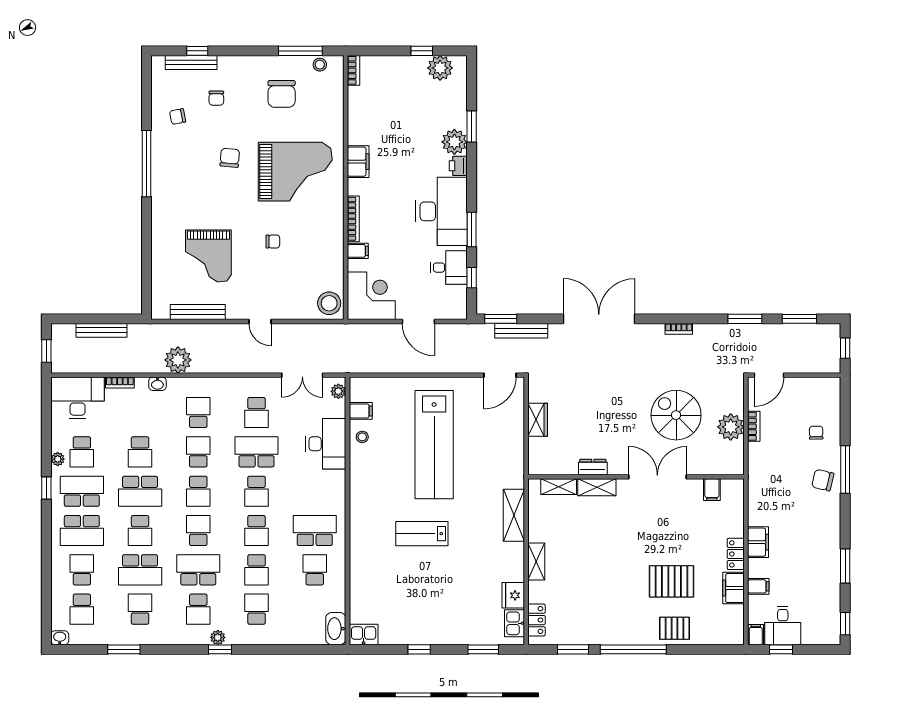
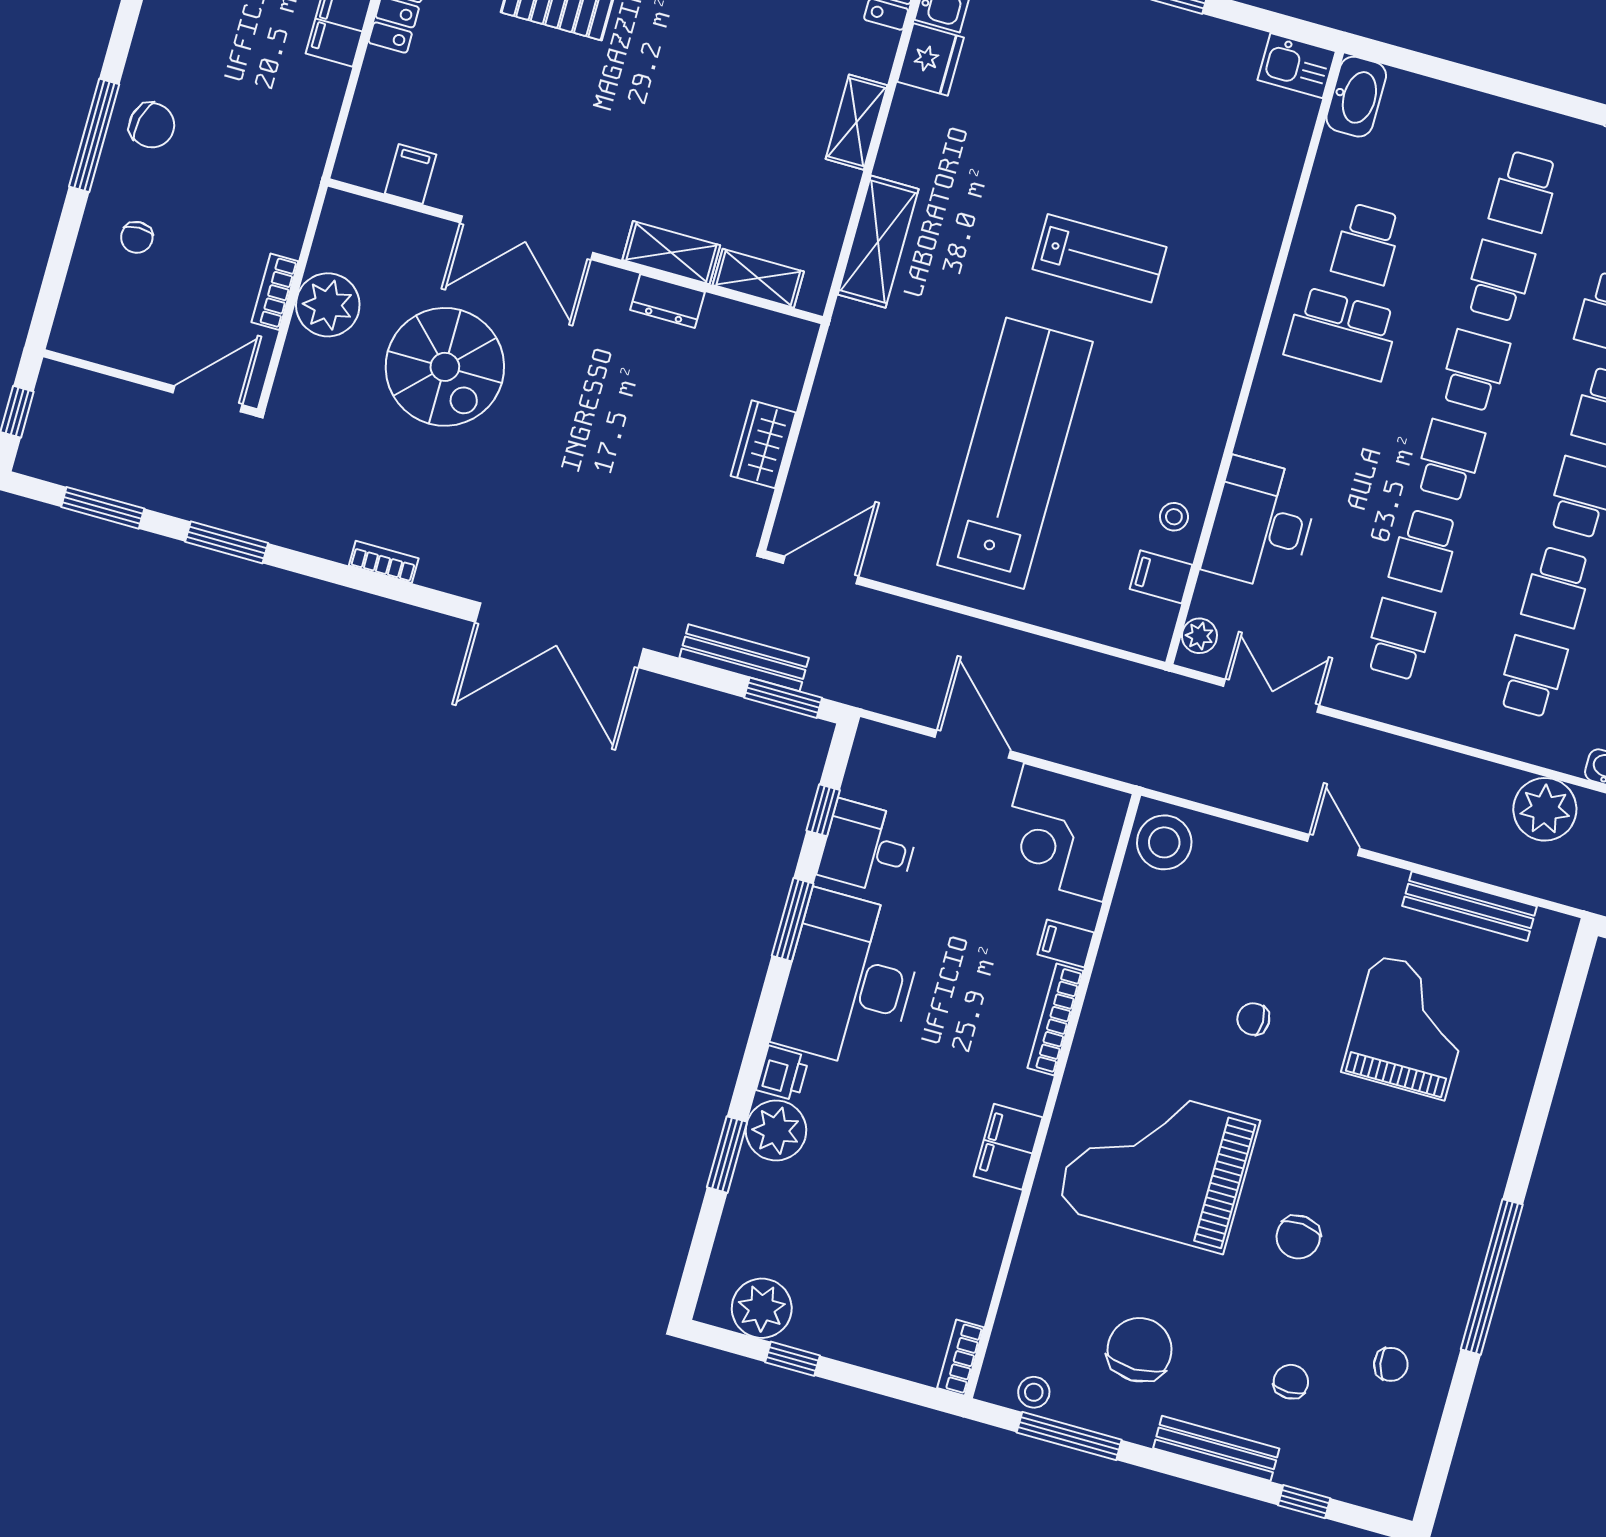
bench: (191, 62) -> (1216, 1448), moved
school desk: (198, 413) -> (1532, 677), turned 180
school desk: (257, 452) -> (1424, 550), width x0.54

